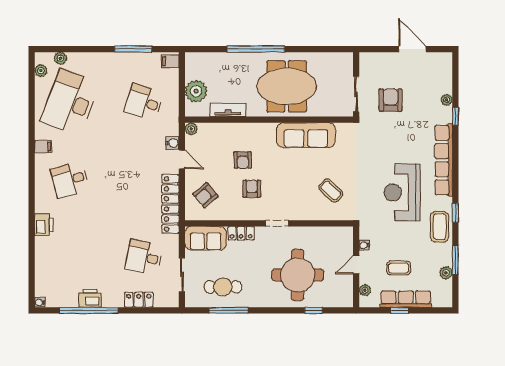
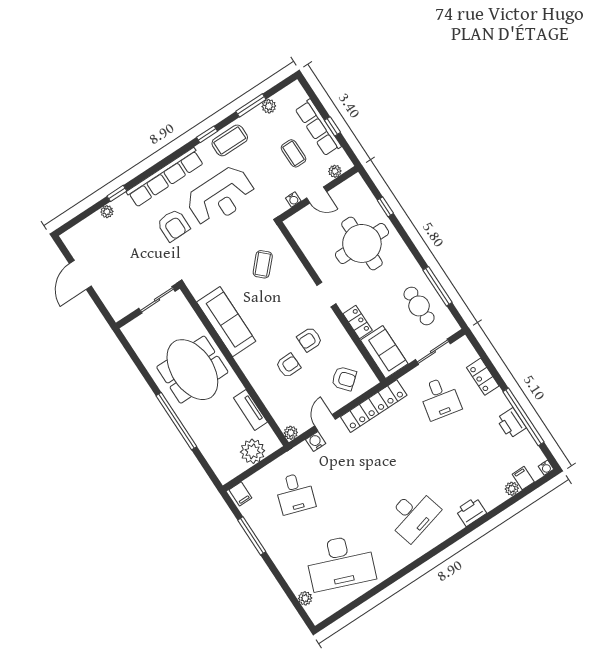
plant: (41, 71) -> (512, 489), moved
armchair: (391, 100) -> (173, 225), moved, turned -90
filing cabinet: (43, 147) -> (523, 478), moved
desk: (70, 180) -> (413, 515), width x1.37

